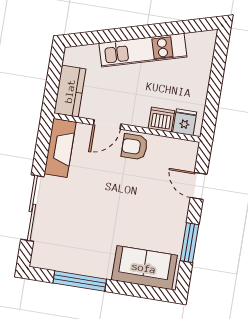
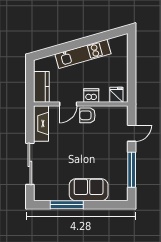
dishwasher: (161, 120) -> (91, 96), moved
door: (199, 186) -> (132, 133), swing flipped
window: (190, 243) -> (132, 170), width x1.44
sofa: (144, 268) -> (89, 190), moved

